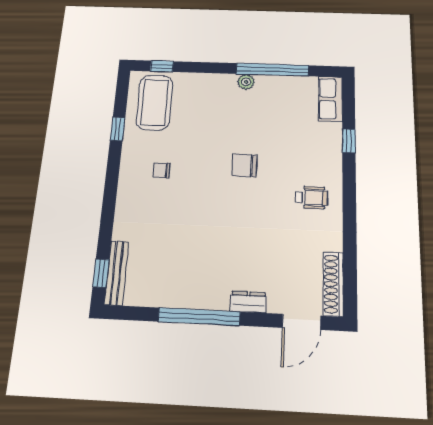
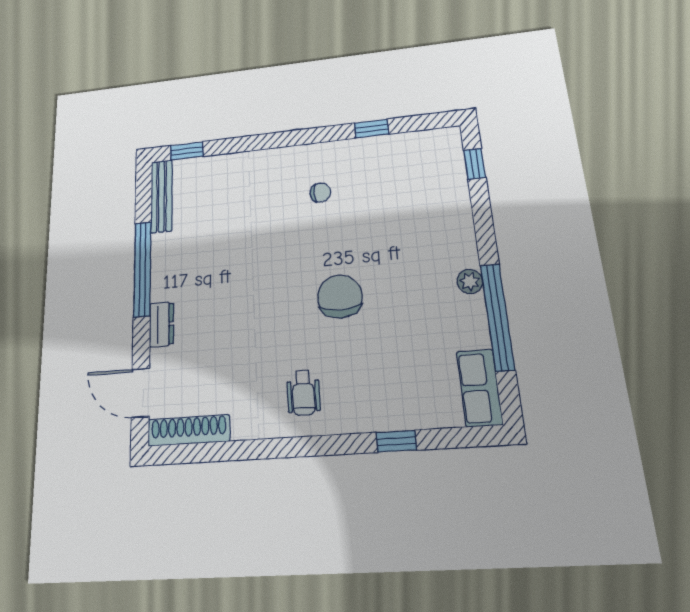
row of seats: (330, 99) -> (479, 388), moved, turned -90
coffee table: (155, 102) -> (417, 165), removed
chair: (245, 165) -> (340, 296), width x1.37, depth x1.37
chair: (162, 171) -> (320, 193), turned 90
bench: (117, 273) -> (162, 196), moved, turned 90

